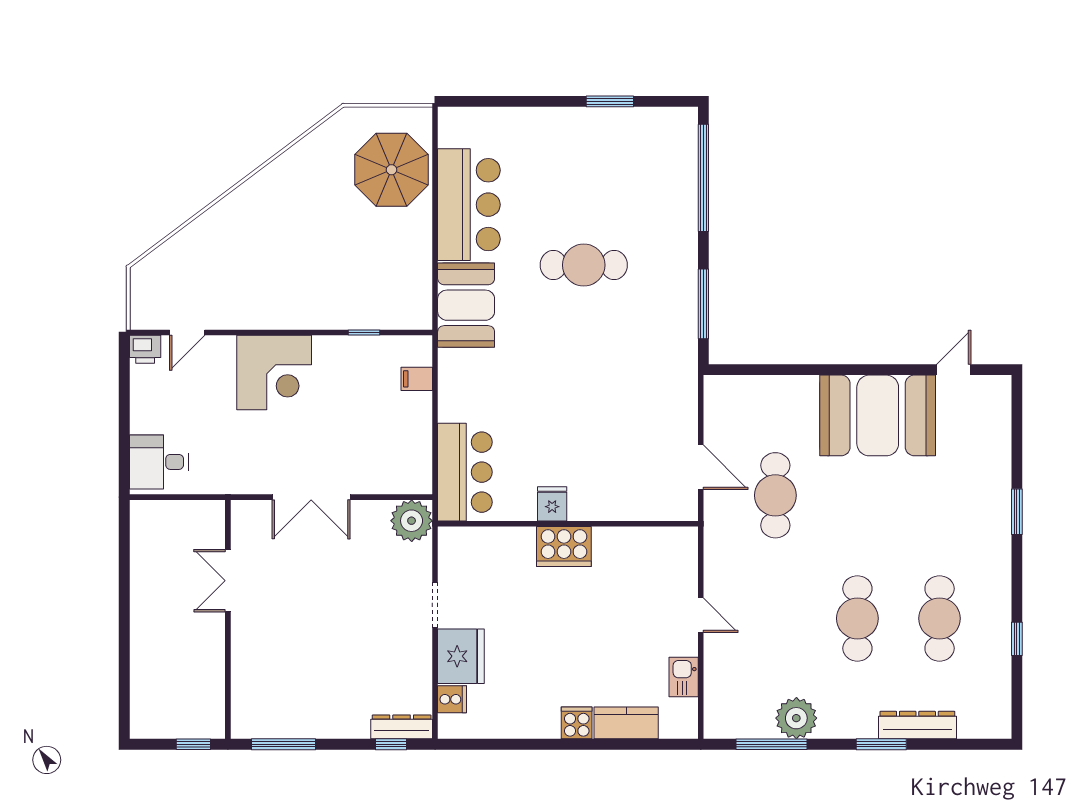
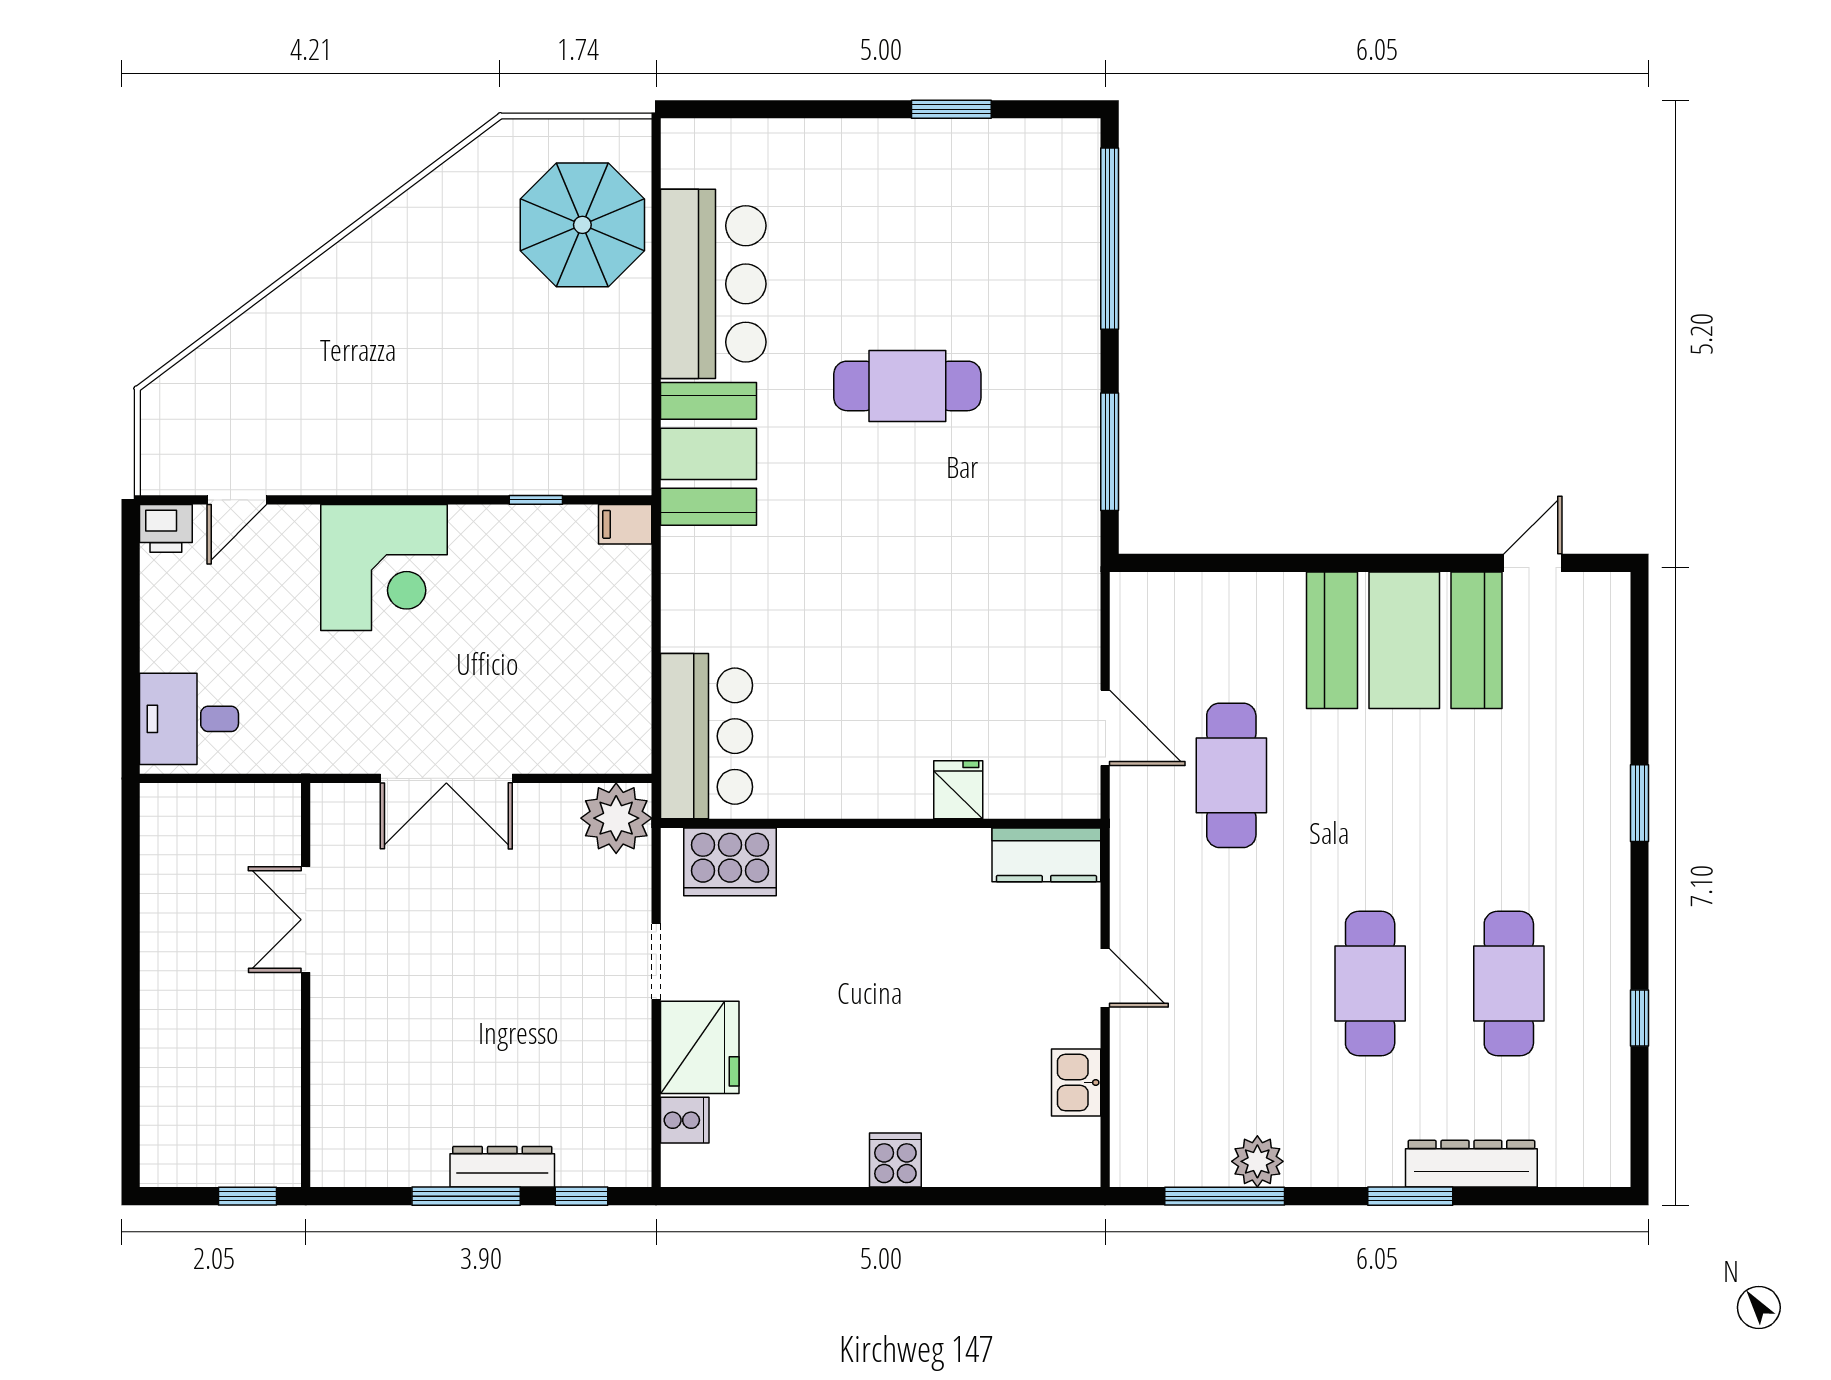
filing cabinet: (417, 379) -> (625, 524), moved
fridge: (552, 504) -> (958, 790), moved
cooker: (564, 546) -> (730, 862), moved
plant: (796, 718) -> (1257, 1161), width x0.73, depth x0.73
kitchen counter: (626, 723) -> (1046, 855), moved, turned 180
dresser: (402, 727) -> (502, 1167), moved
window: (284, 744) -> (466, 1196), moved

